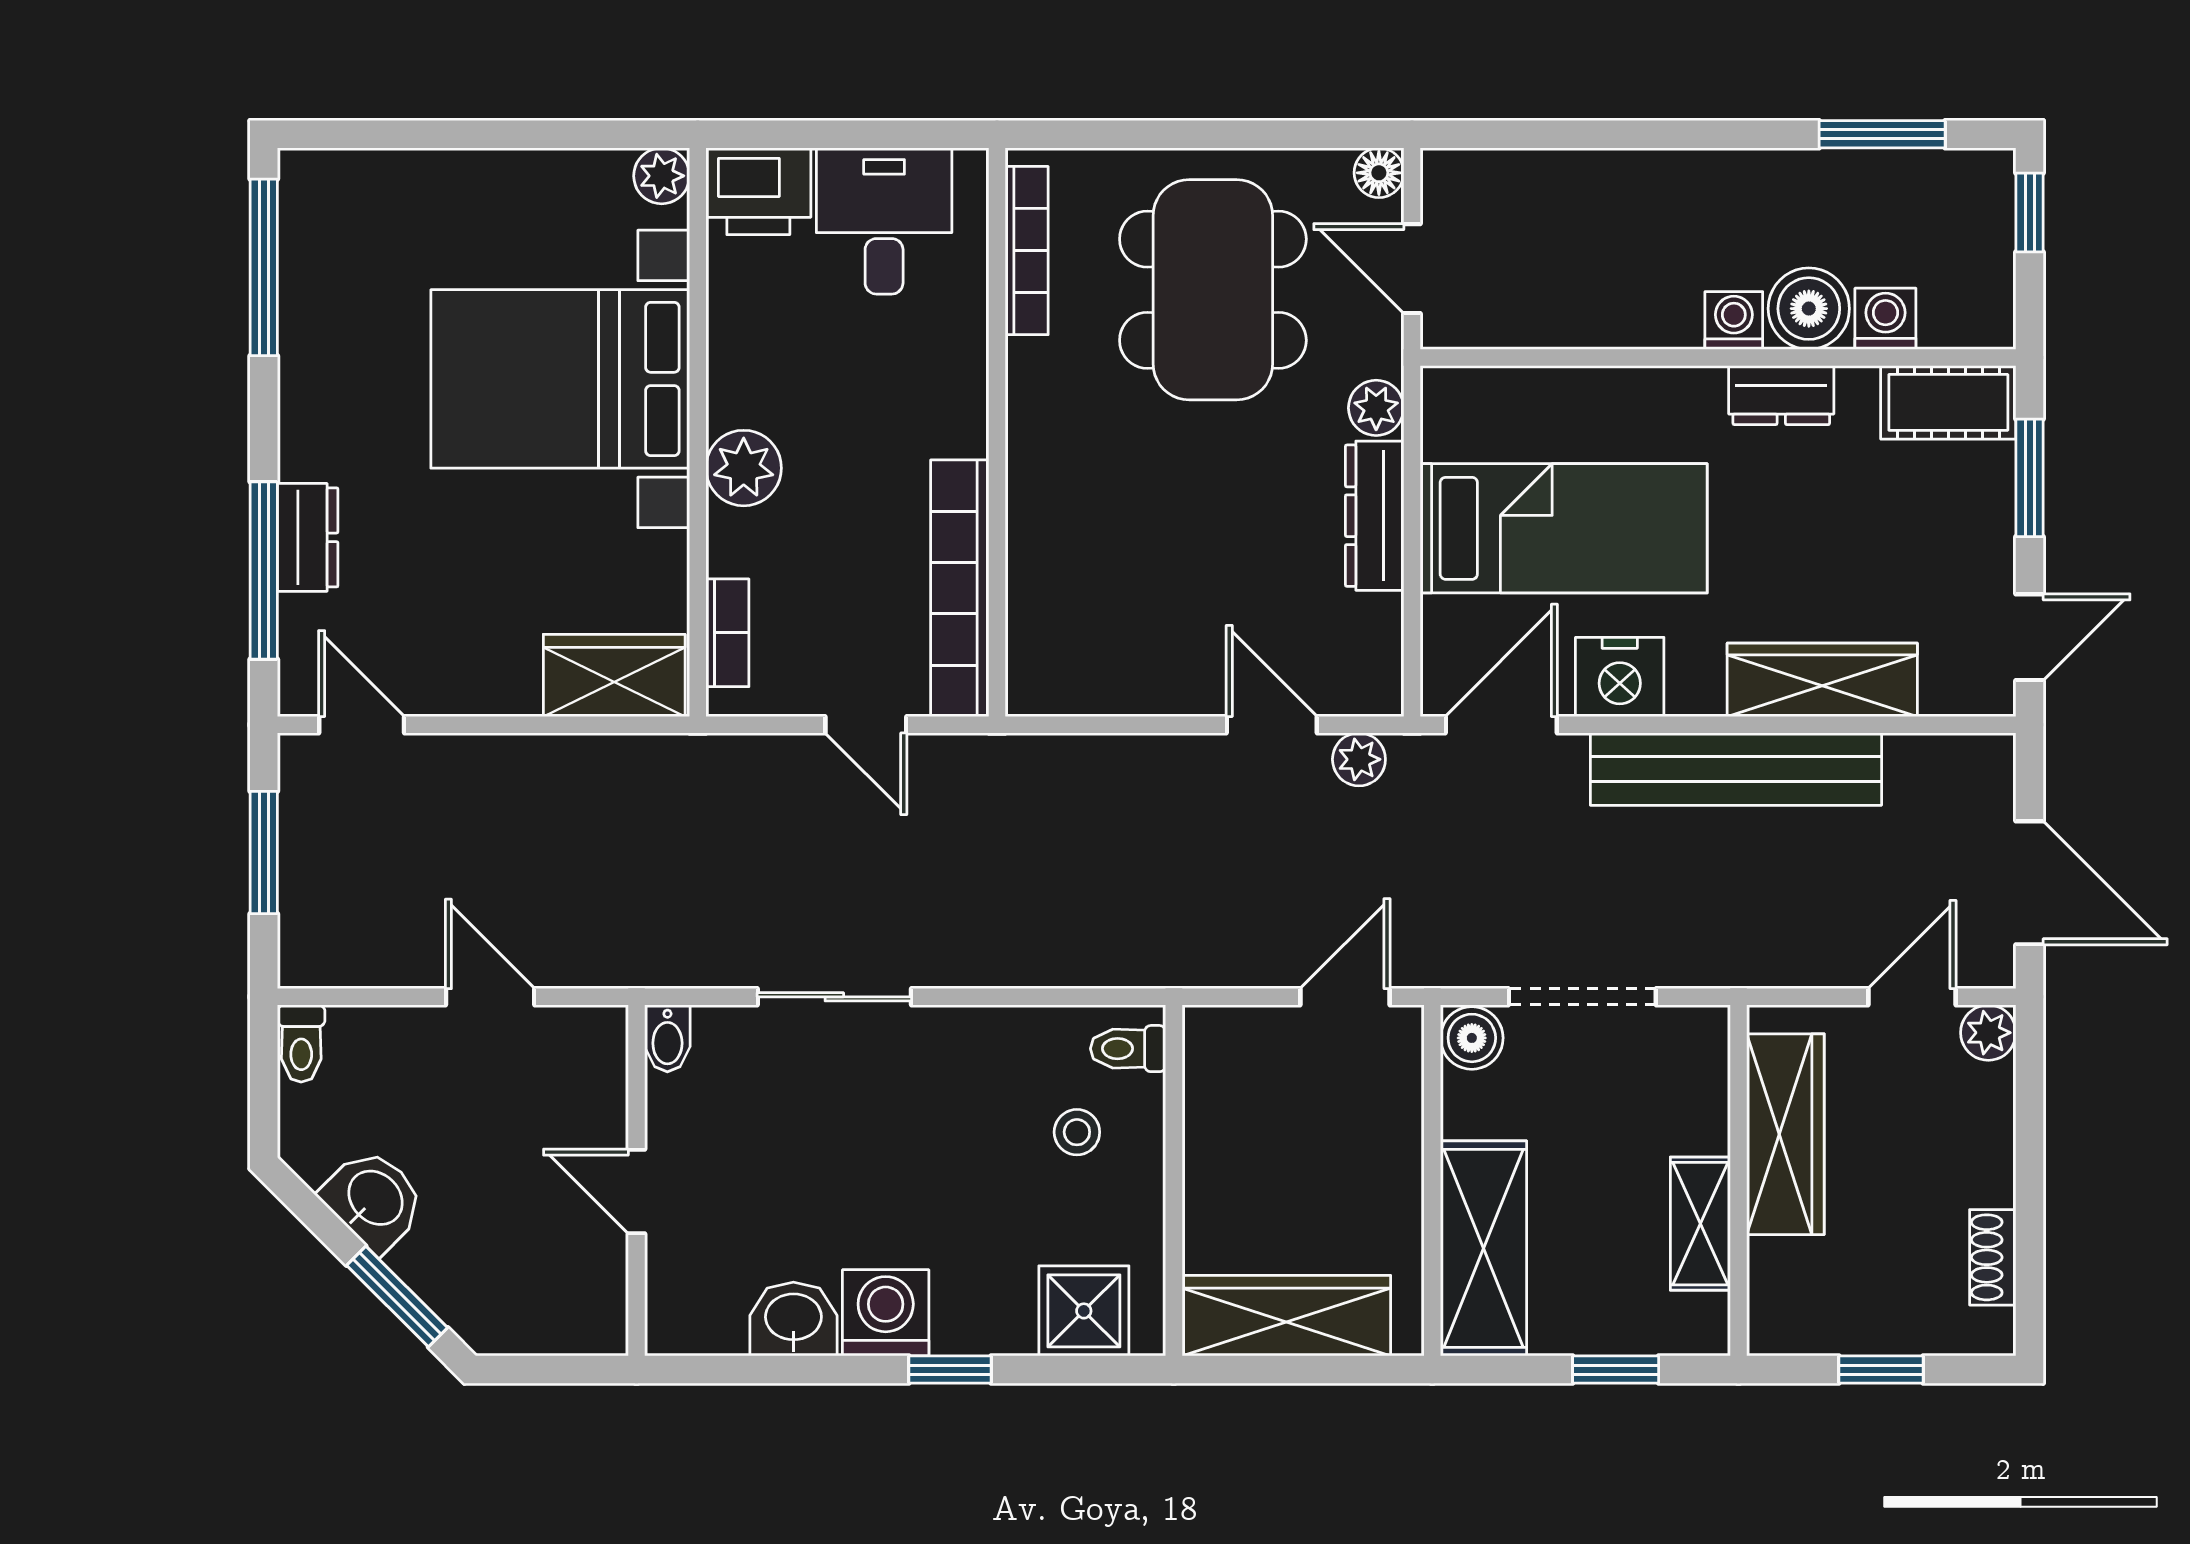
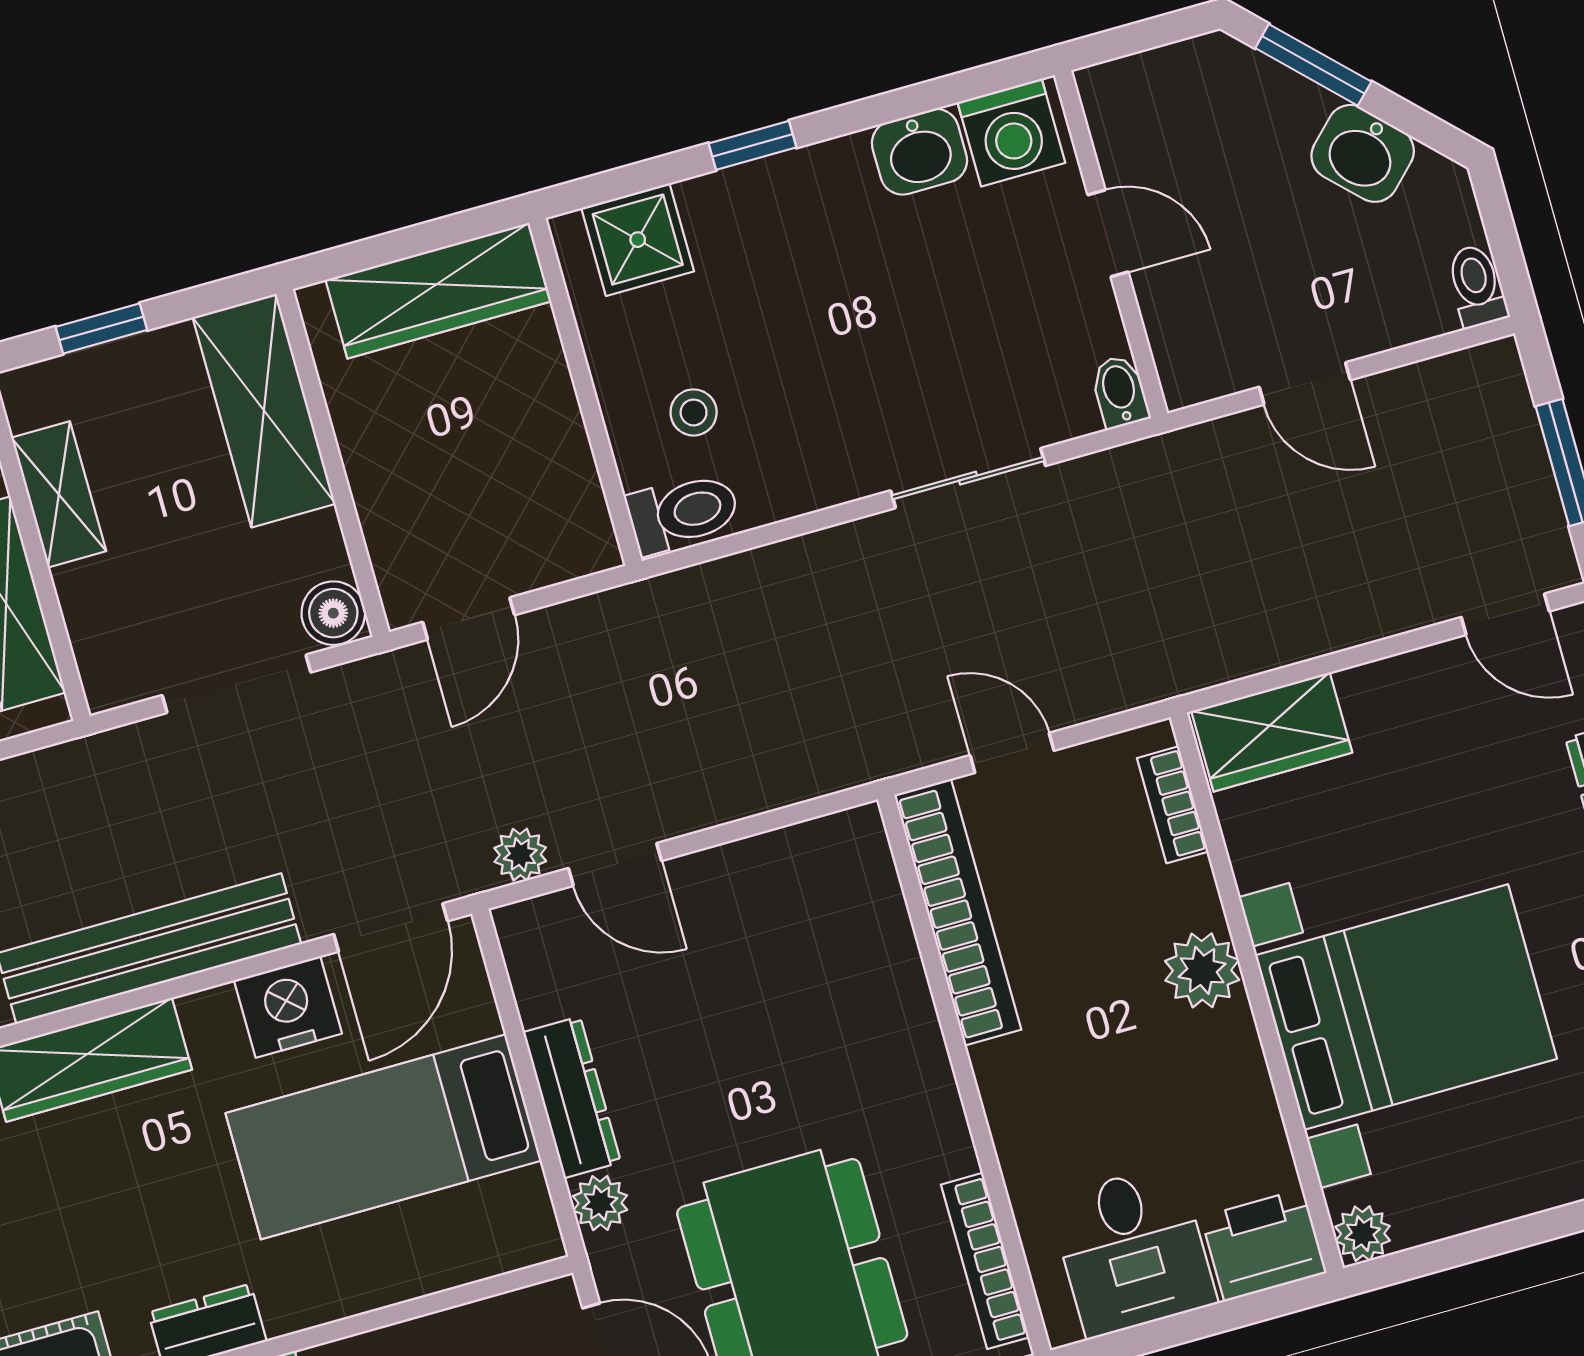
toilet: (1128, 1049) -> (683, 513), width x1.37, depth x1.39
washing machine: (886, 1313) -> (1011, 133), moved

